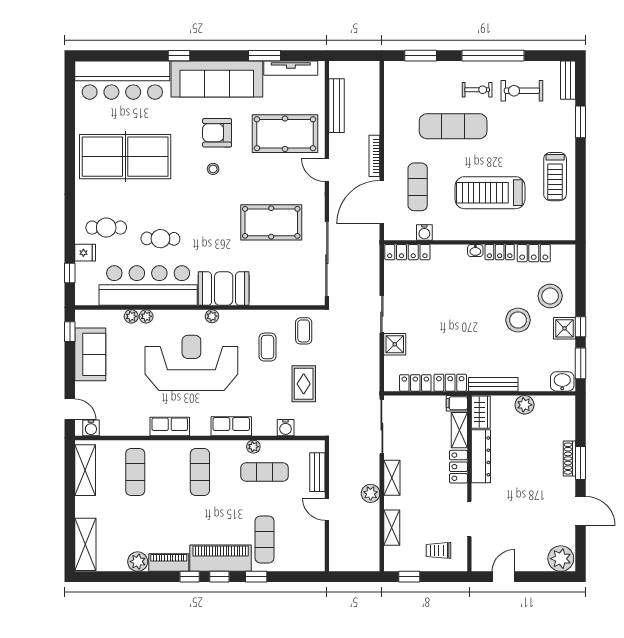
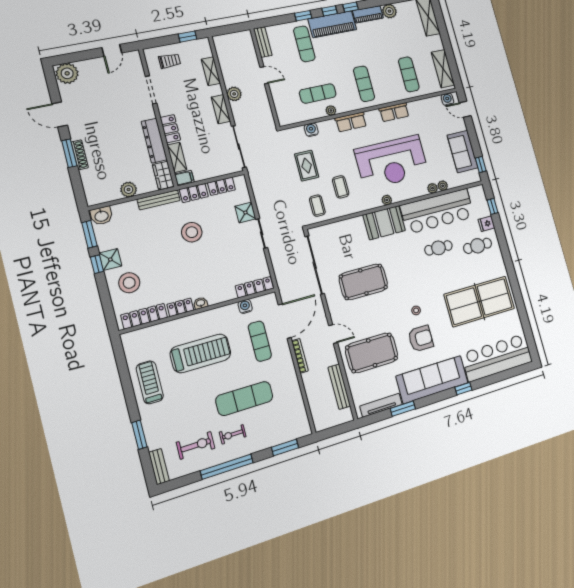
locker: (534, 253) -> (144, 316), width x1.53
stool: (518, 320) -> (192, 232), moved
bench: (317, 472) -> (263, 42), moved

